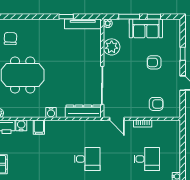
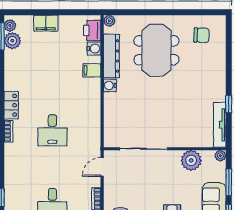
dresser: (83, 111) -> (111, 56), moved

